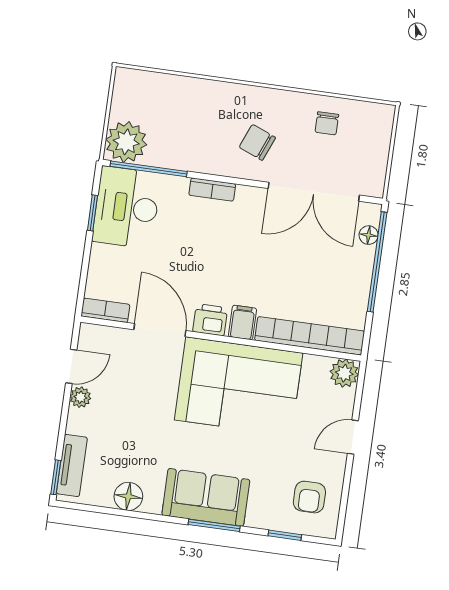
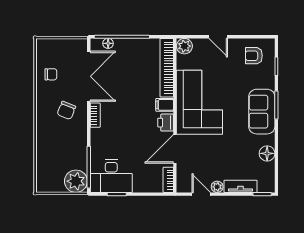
bookcase: (212, 190) -> (95, 115), moved
tv unit: (72, 465) -> (241, 186), moved
armchair: (309, 497) -> (254, 56), turned 180

